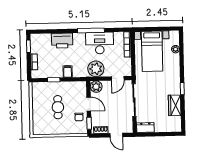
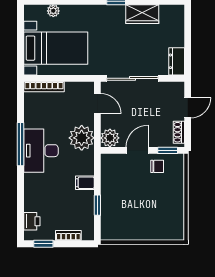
printer: (62, 41) -> (32, 221), moved, width x0.53, depth x0.68
desk: (100, 43) -> (41, 151), moved
cafe table: (58, 107) -> (141, 199), removed

